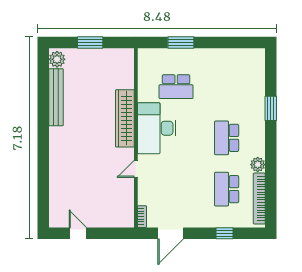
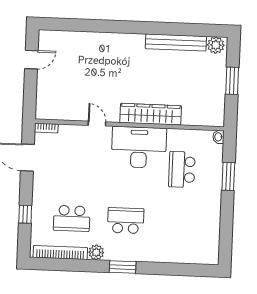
washbasin: (144, 53) -> (219, 137), added
window: (271, 108) -> (123, 267), moved
school desk: (227, 189) -> (72, 218), turned 180

